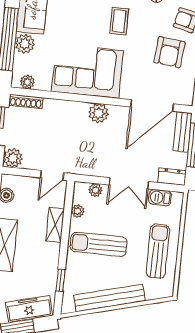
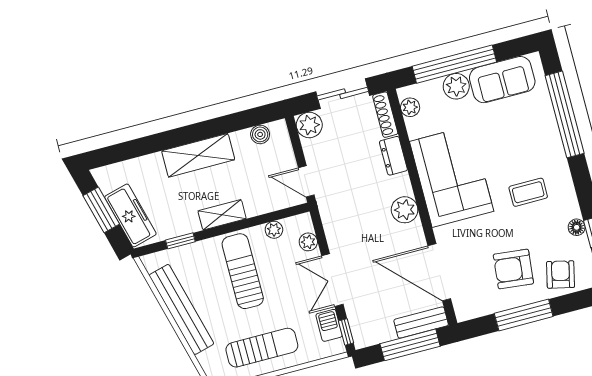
dresser: (172, 177) -> (393, 156), moved, turned 180
window: (169, 187) -> (346, 332), added
shelving: (55, 225) -> (222, 215), moved

